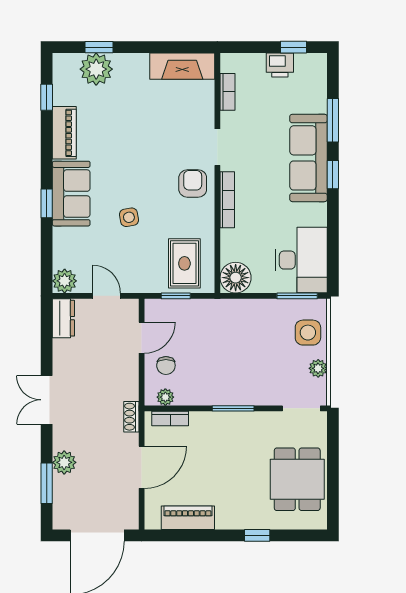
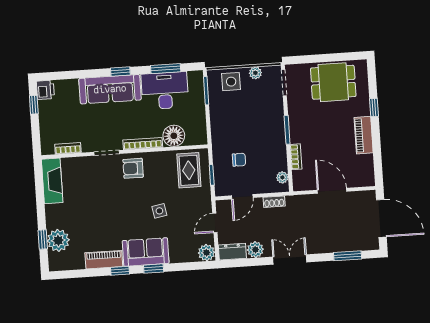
printer: (280, 65) -> (45, 90), moved
window: (47, 97) -> (120, 271), moved
window: (333, 120) -> (166, 69), moved
desk: (301, 260) -> (165, 91), moved
rug: (184, 263) -> (189, 170), turned 90
floor lamp: (236, 278) -> (174, 136), moved
door: (142, 338) -> (242, 197), swing flipped
chair: (166, 365) -> (239, 160), moved
double door: (47, 400) -> (290, 260), swing flipped
shoe rack: (131, 417) -> (274, 202), moved
bookcase: (170, 418) -> (296, 157), moved
plant: (64, 462) -> (255, 250), moved
piano: (188, 518) -> (364, 135), moved

